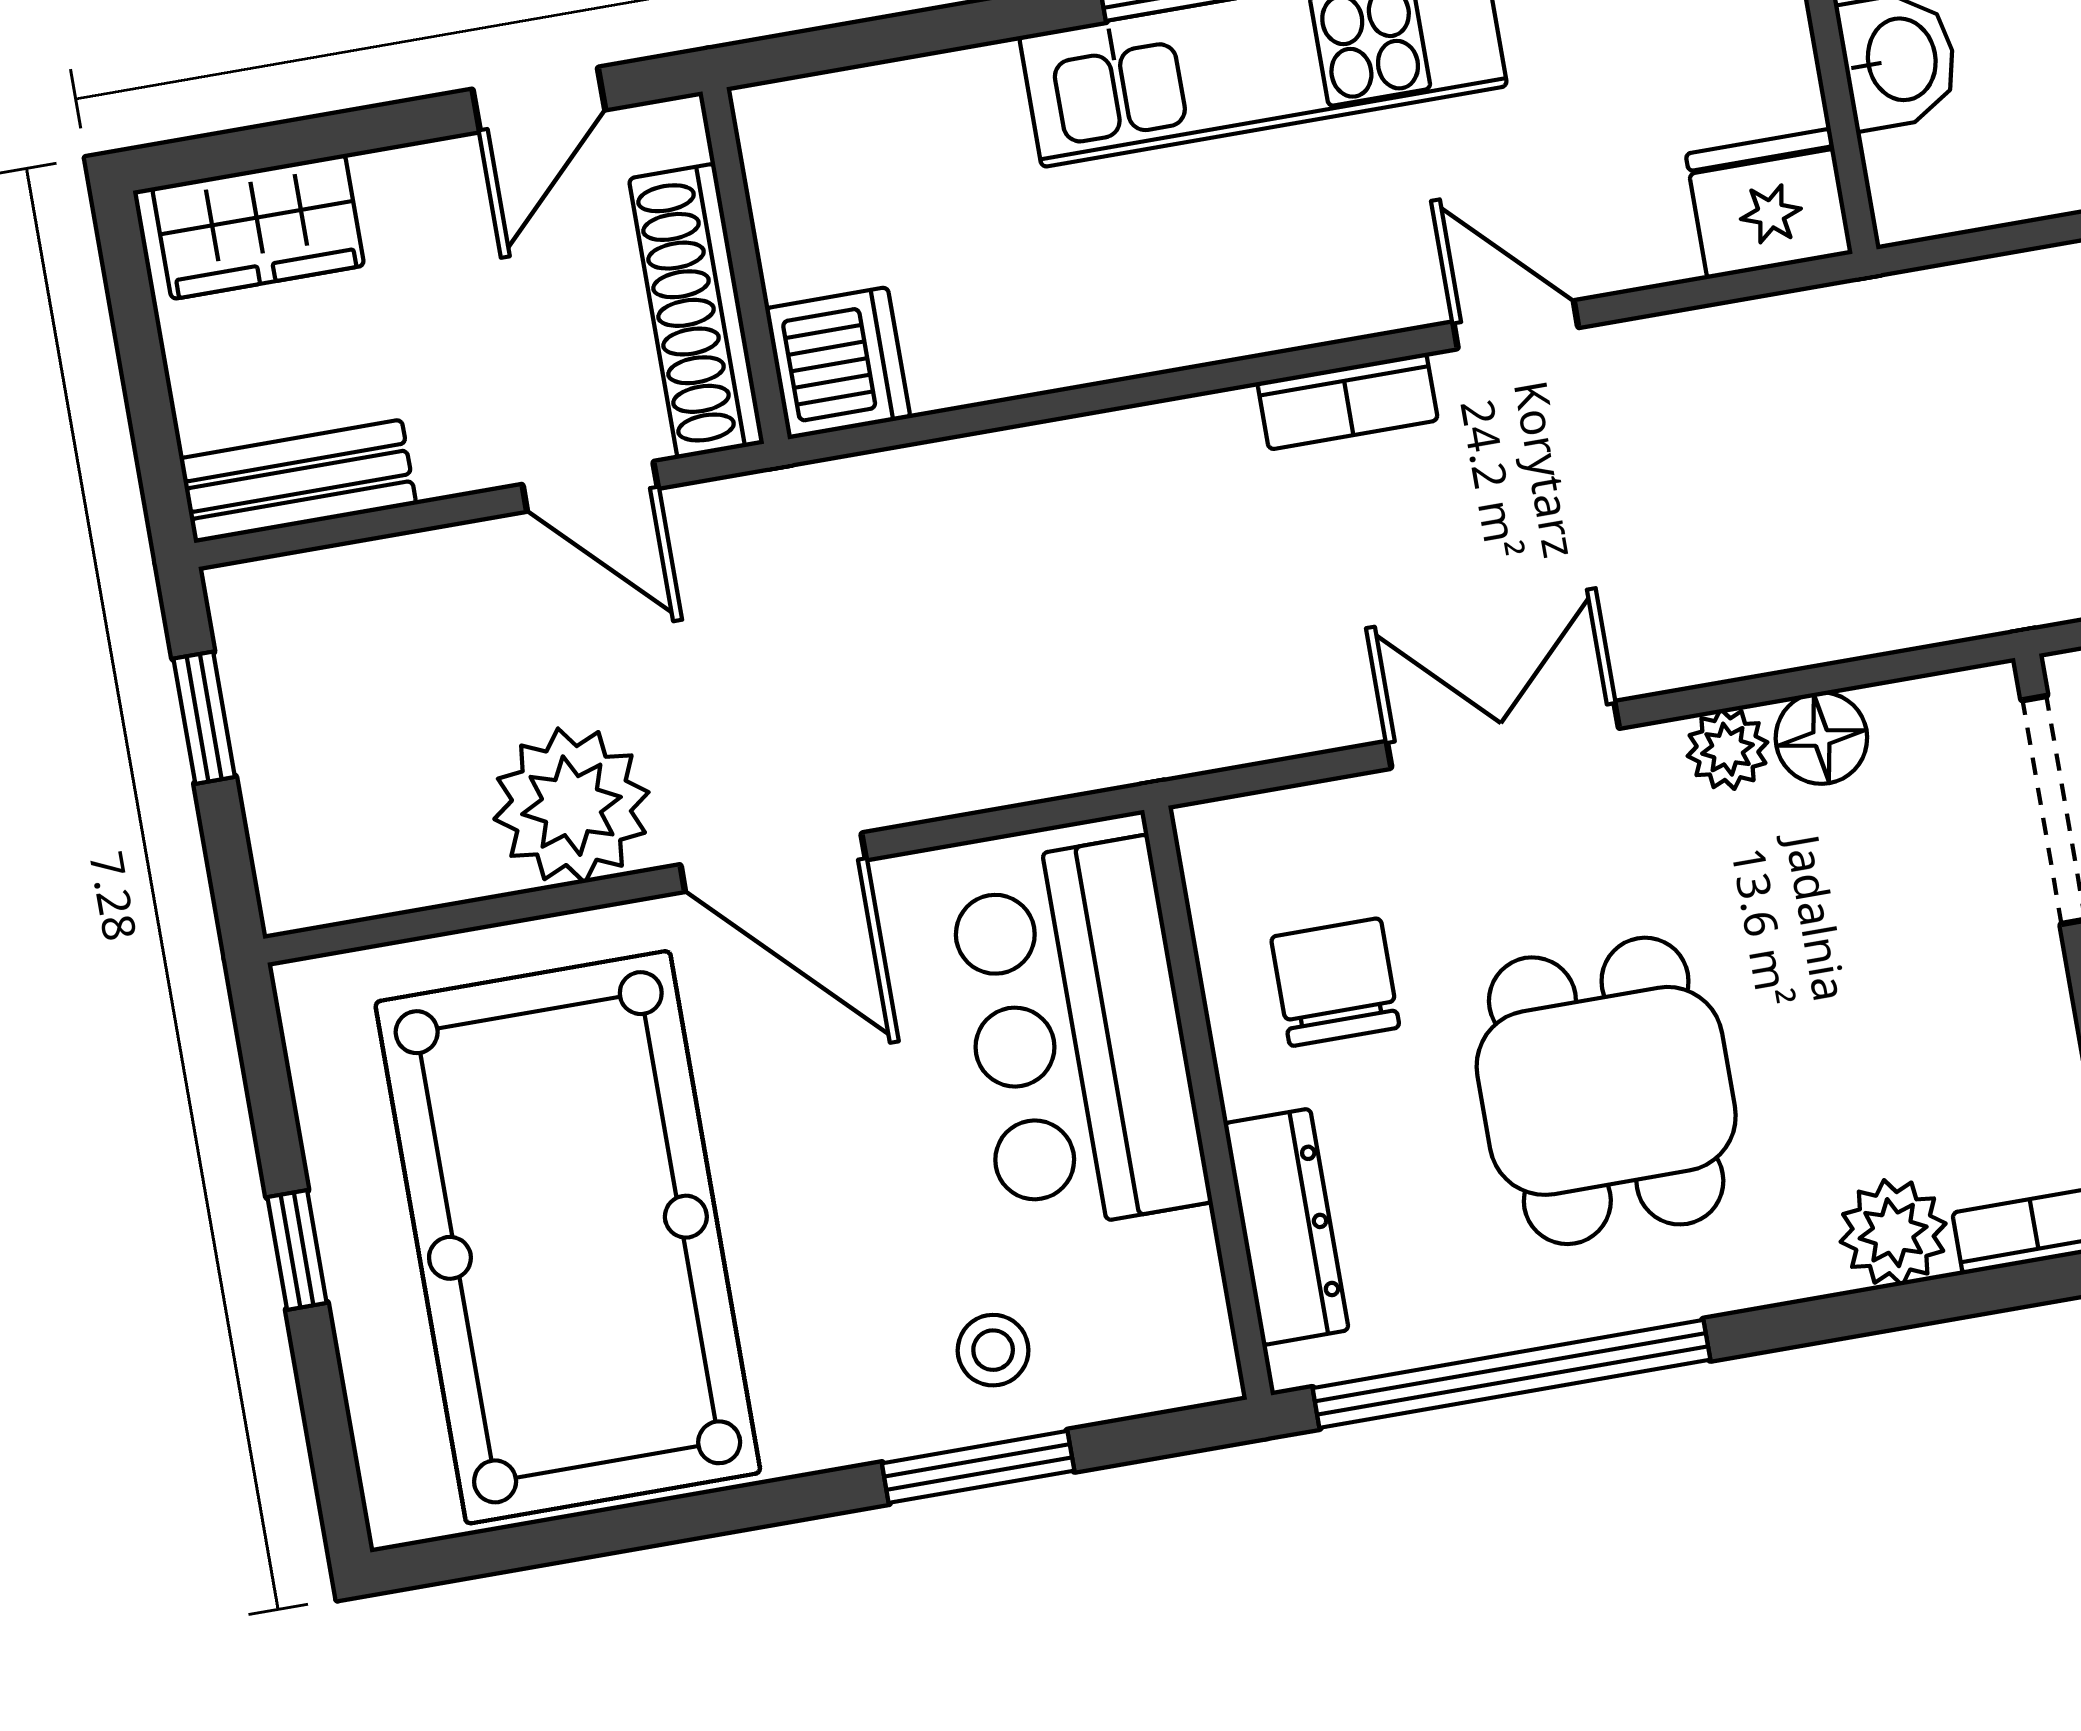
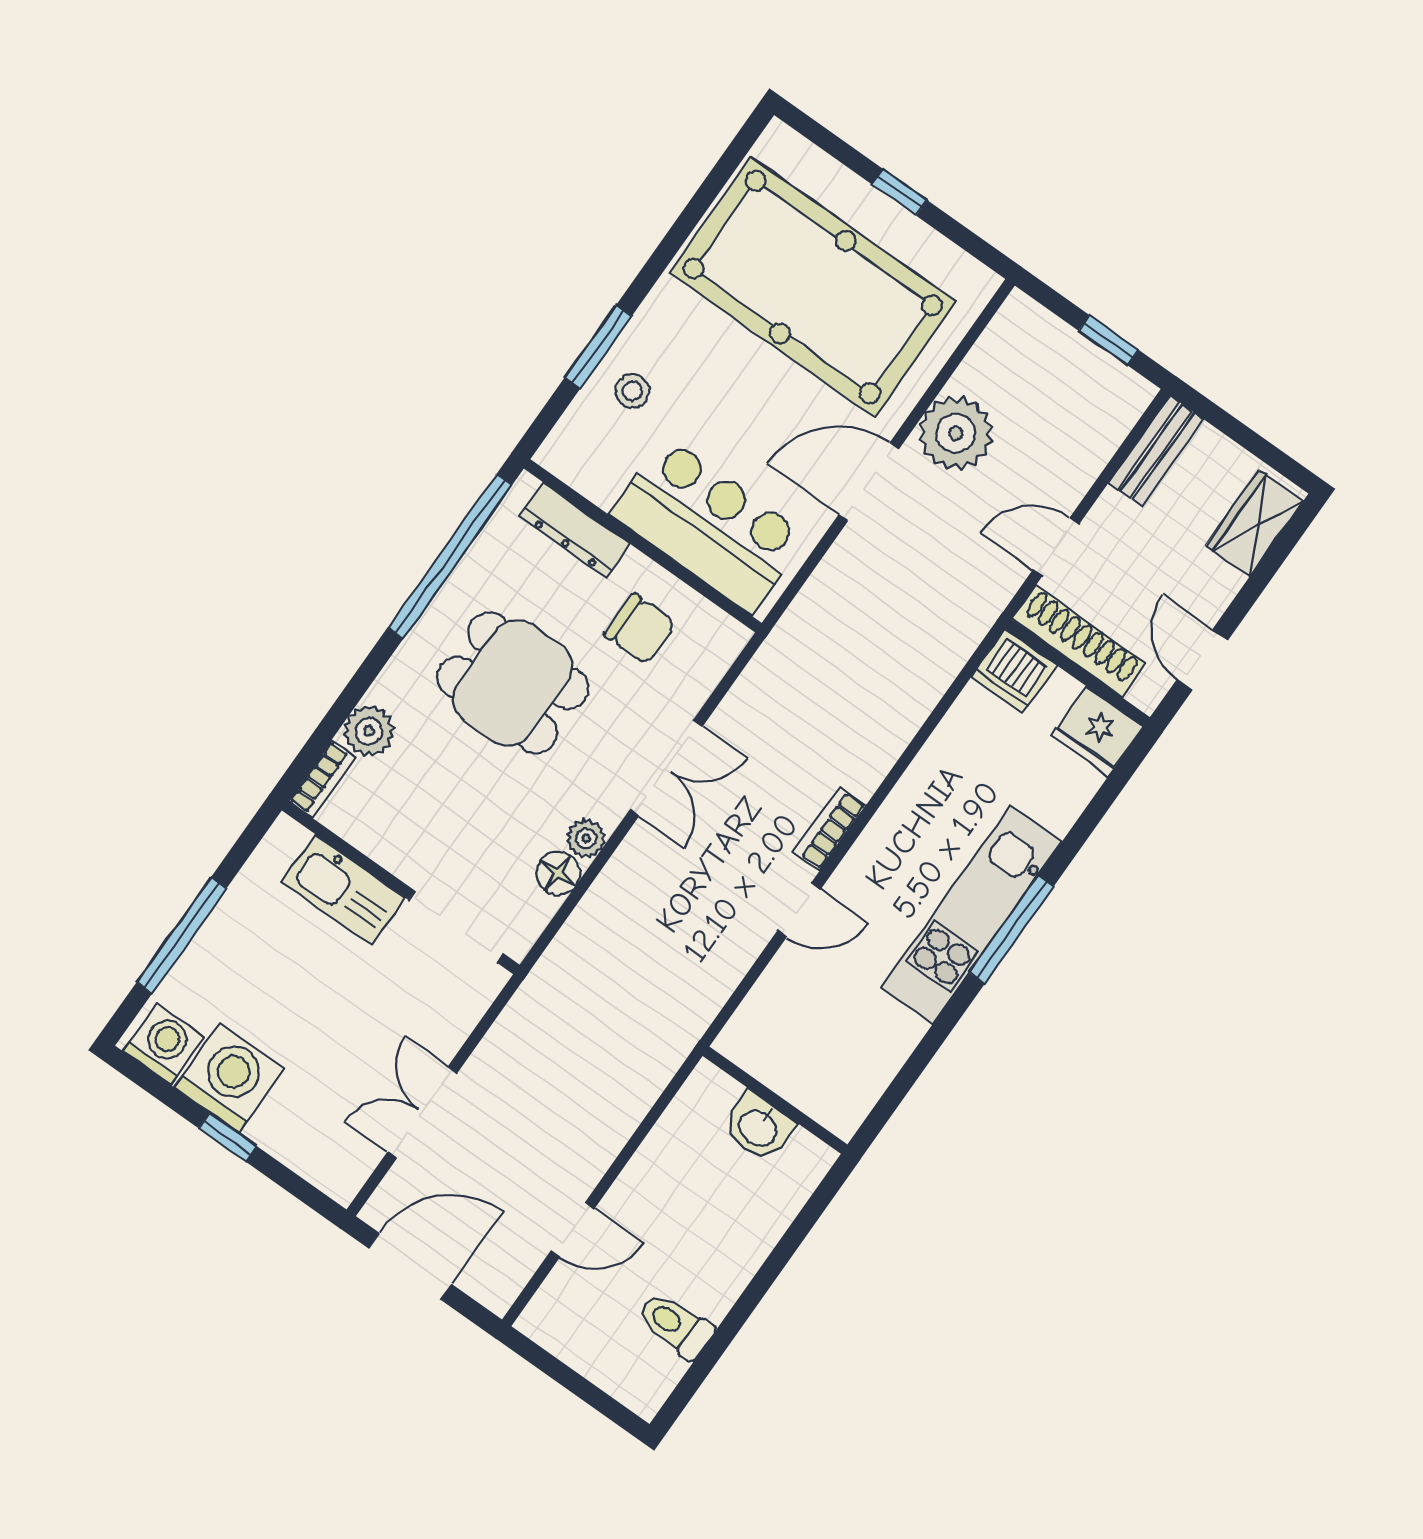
fridge: (1769, 204) -> (1098, 731), moved, turned 90

